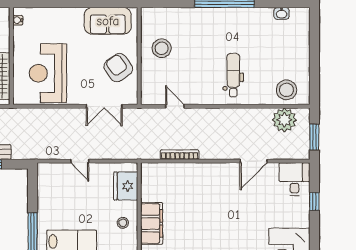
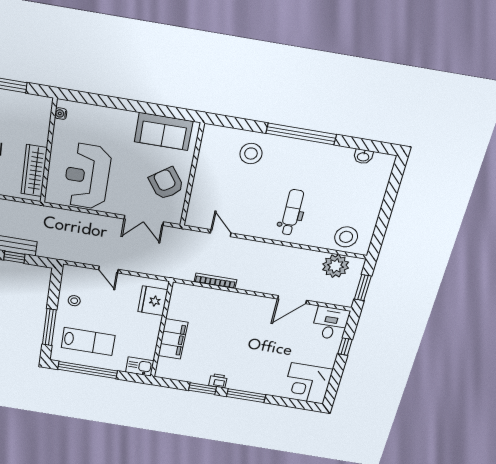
stool: (162, 48) -> (251, 154), moved
stool: (123, 223) -> (74, 301), moved

